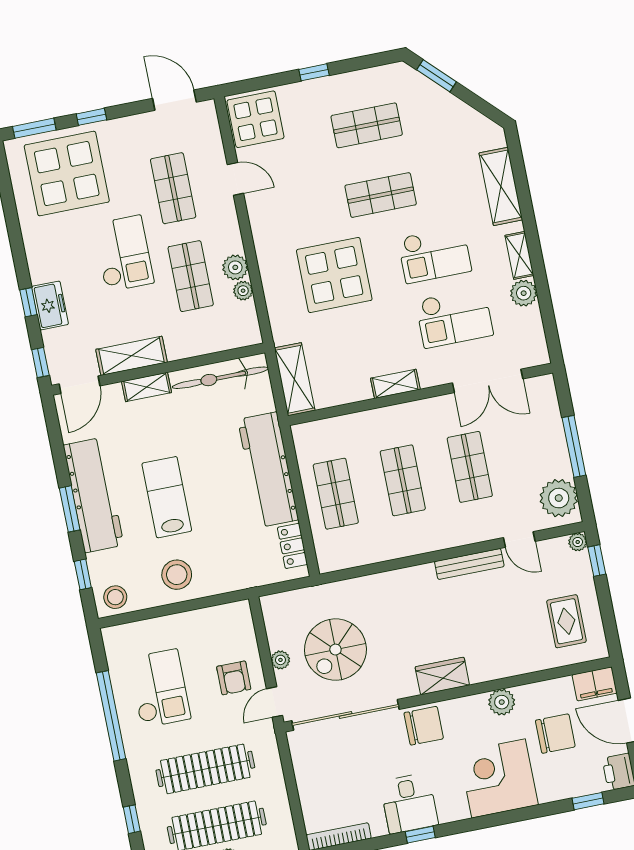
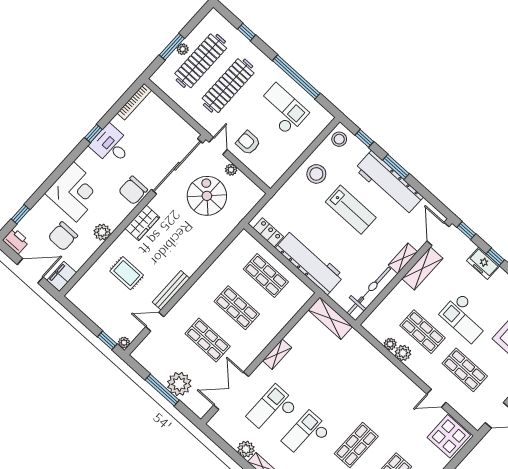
display table: (334, 275) -> (350, 387), removed
plant: (559, 498) -> (179, 384), moved
rug: (566, 621) -> (127, 273), moved
checkout: (159, 688) -> (282, 109), turned 180

